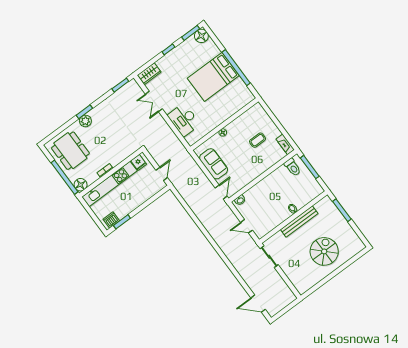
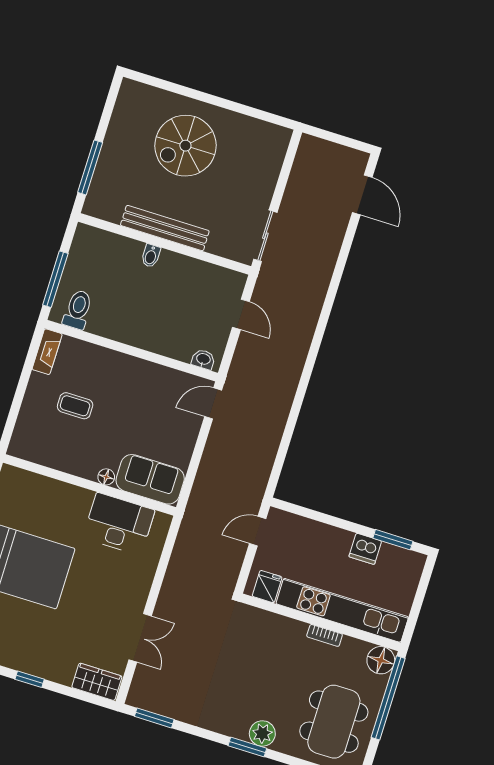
desk: (184, 120) -> (119, 524), moved, turned -90
sofa: (214, 164) -> (150, 479), moved, turned 90
dishwasher: (111, 220) -> (365, 549), moved

